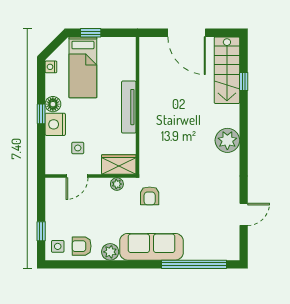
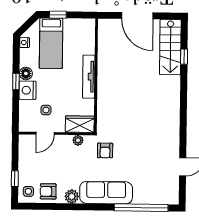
plant: (227, 140) -> (170, 105), removed

